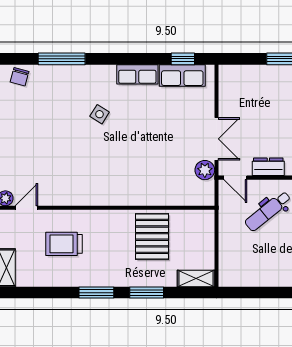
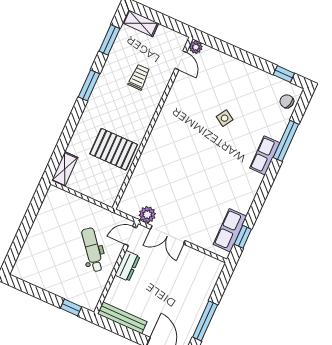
row of seats: (137, 74) -> (265, 155), moved
side table: (100, 114) -> (225, 118), moved
trolley: (64, 244) -> (139, 77), width x0.73, depth x0.72
window: (147, 293) -> (109, 40), moved

